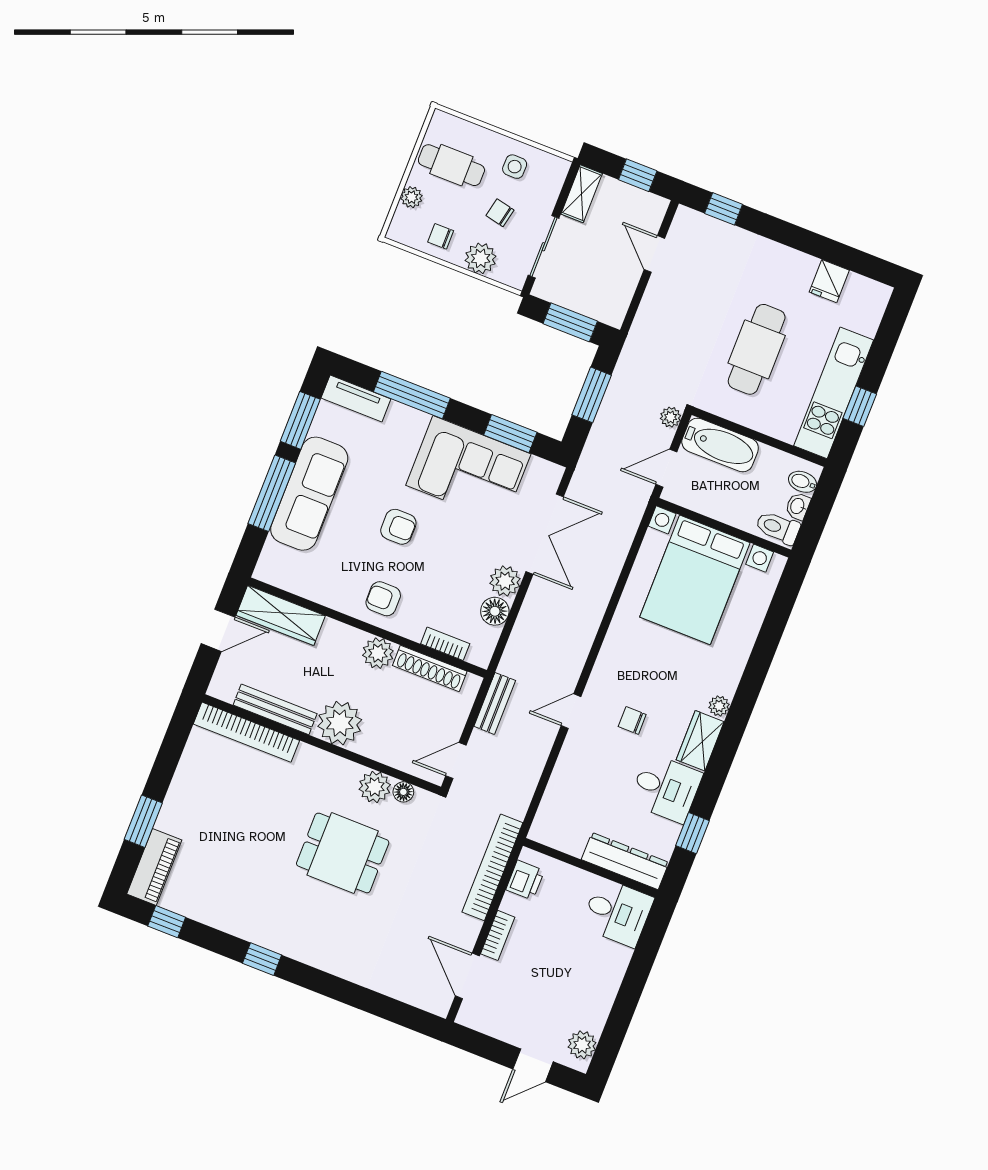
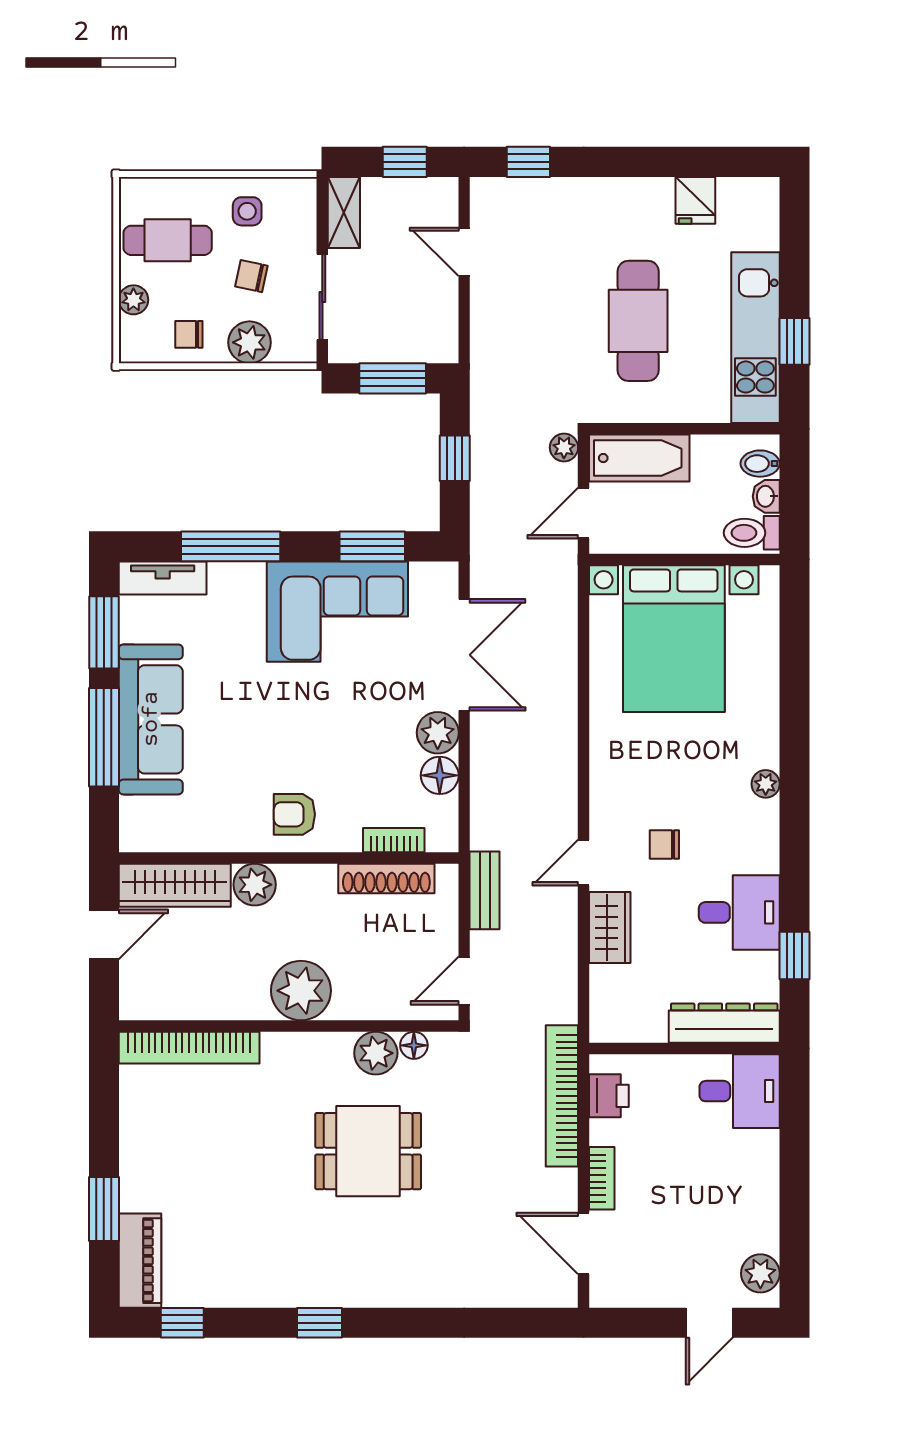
window: (592, 395) -> (455, 458), width x0.67
armchair: (398, 527) -> (278, 717), removed
plant: (378, 653) -> (255, 885), moved
bench: (275, 709) -> (214, 1005), removed
wardrobe: (700, 741) -> (610, 928), moved, turned 180

